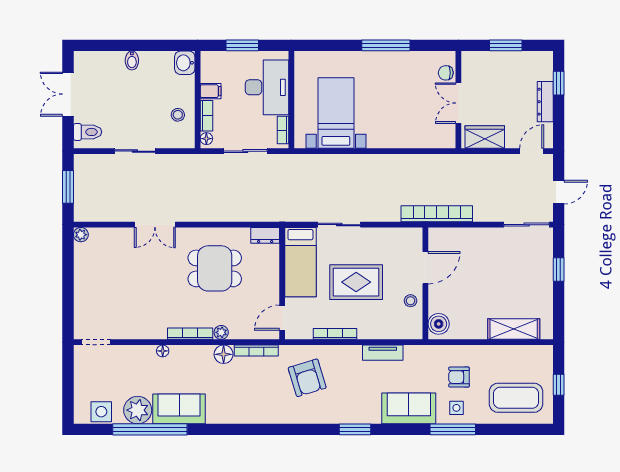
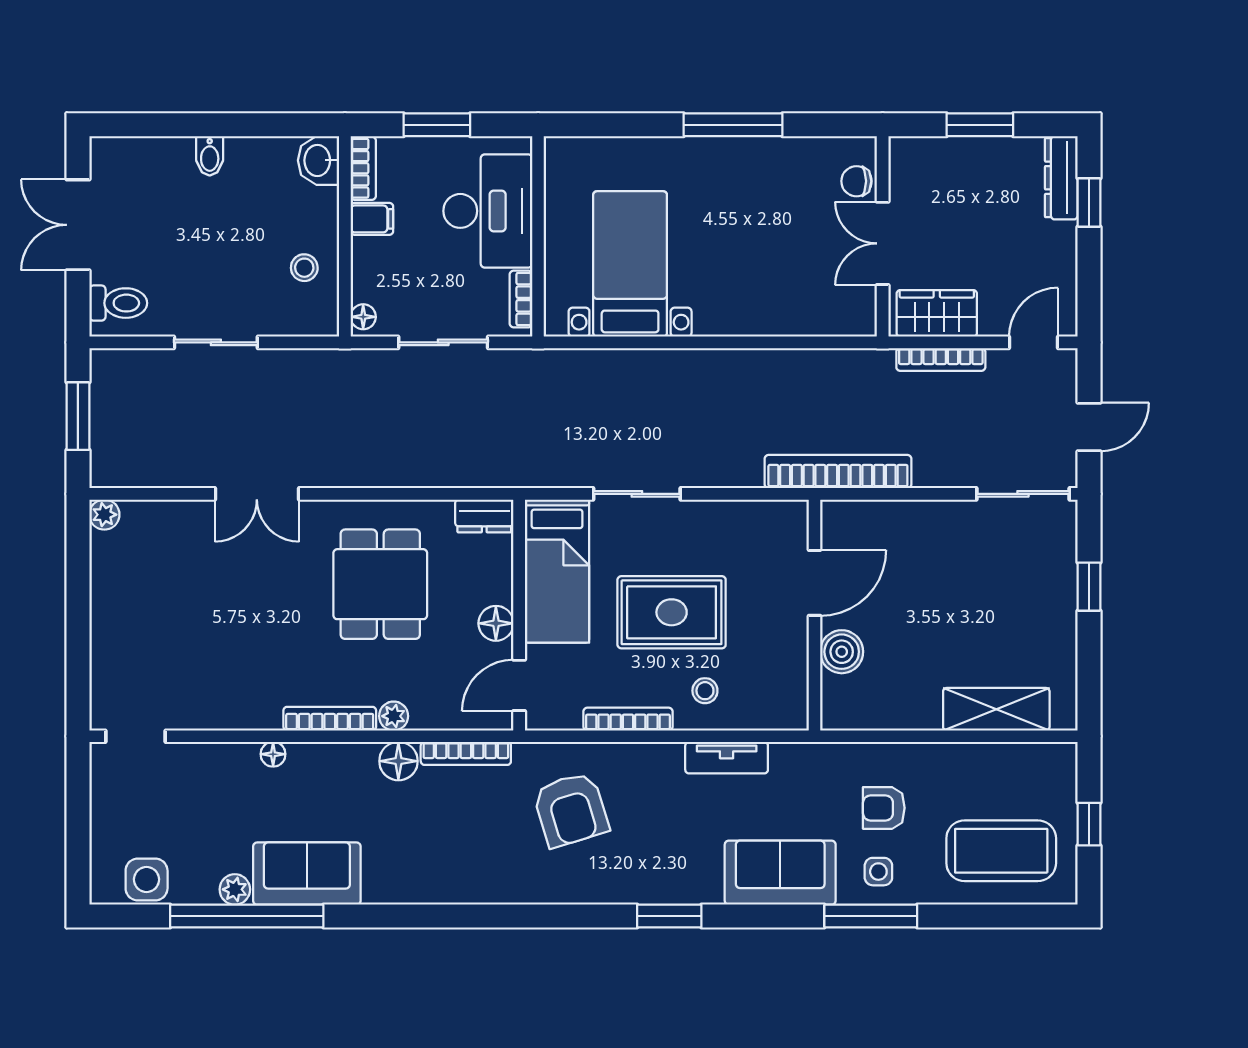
dresser: (545, 102) -> (1061, 178), moved
bookcase: (206, 116) -> (363, 168), moved
bookcase: (487, 159) -> (941, 359), added
dining table: (215, 268) -> (380, 584), turned 90
floor lamp: (271, 287) -> (496, 623), added
stool: (411, 301) -> (705, 691), moved
boiler: (439, 324) -> (842, 652), moved
plant: (138, 410) -> (235, 889), width x0.53, depth x0.53

